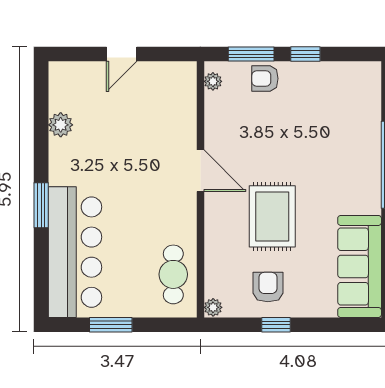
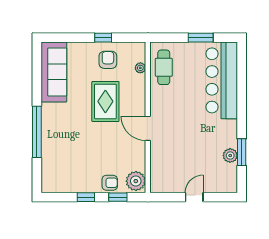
window: (251, 54) -> (118, 197), width x0.67
plant: (213, 81) -> (136, 181), width x1.88, depth x1.88
window: (41, 205) -> (242, 152), moved
armchair: (268, 287) -> (108, 60), turned 180
plant: (213, 307) -> (140, 68), moved

